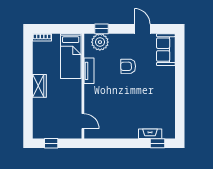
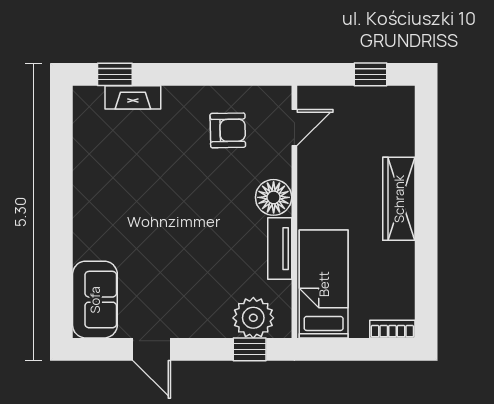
armchair: (128, 66) -> (228, 130), moved
wardrobe: (39, 86) -> (399, 199), width x1.50
floor lamp: (92, 92) -> (274, 197), added
door: (83, 121) -> (294, 127), swing flipped

